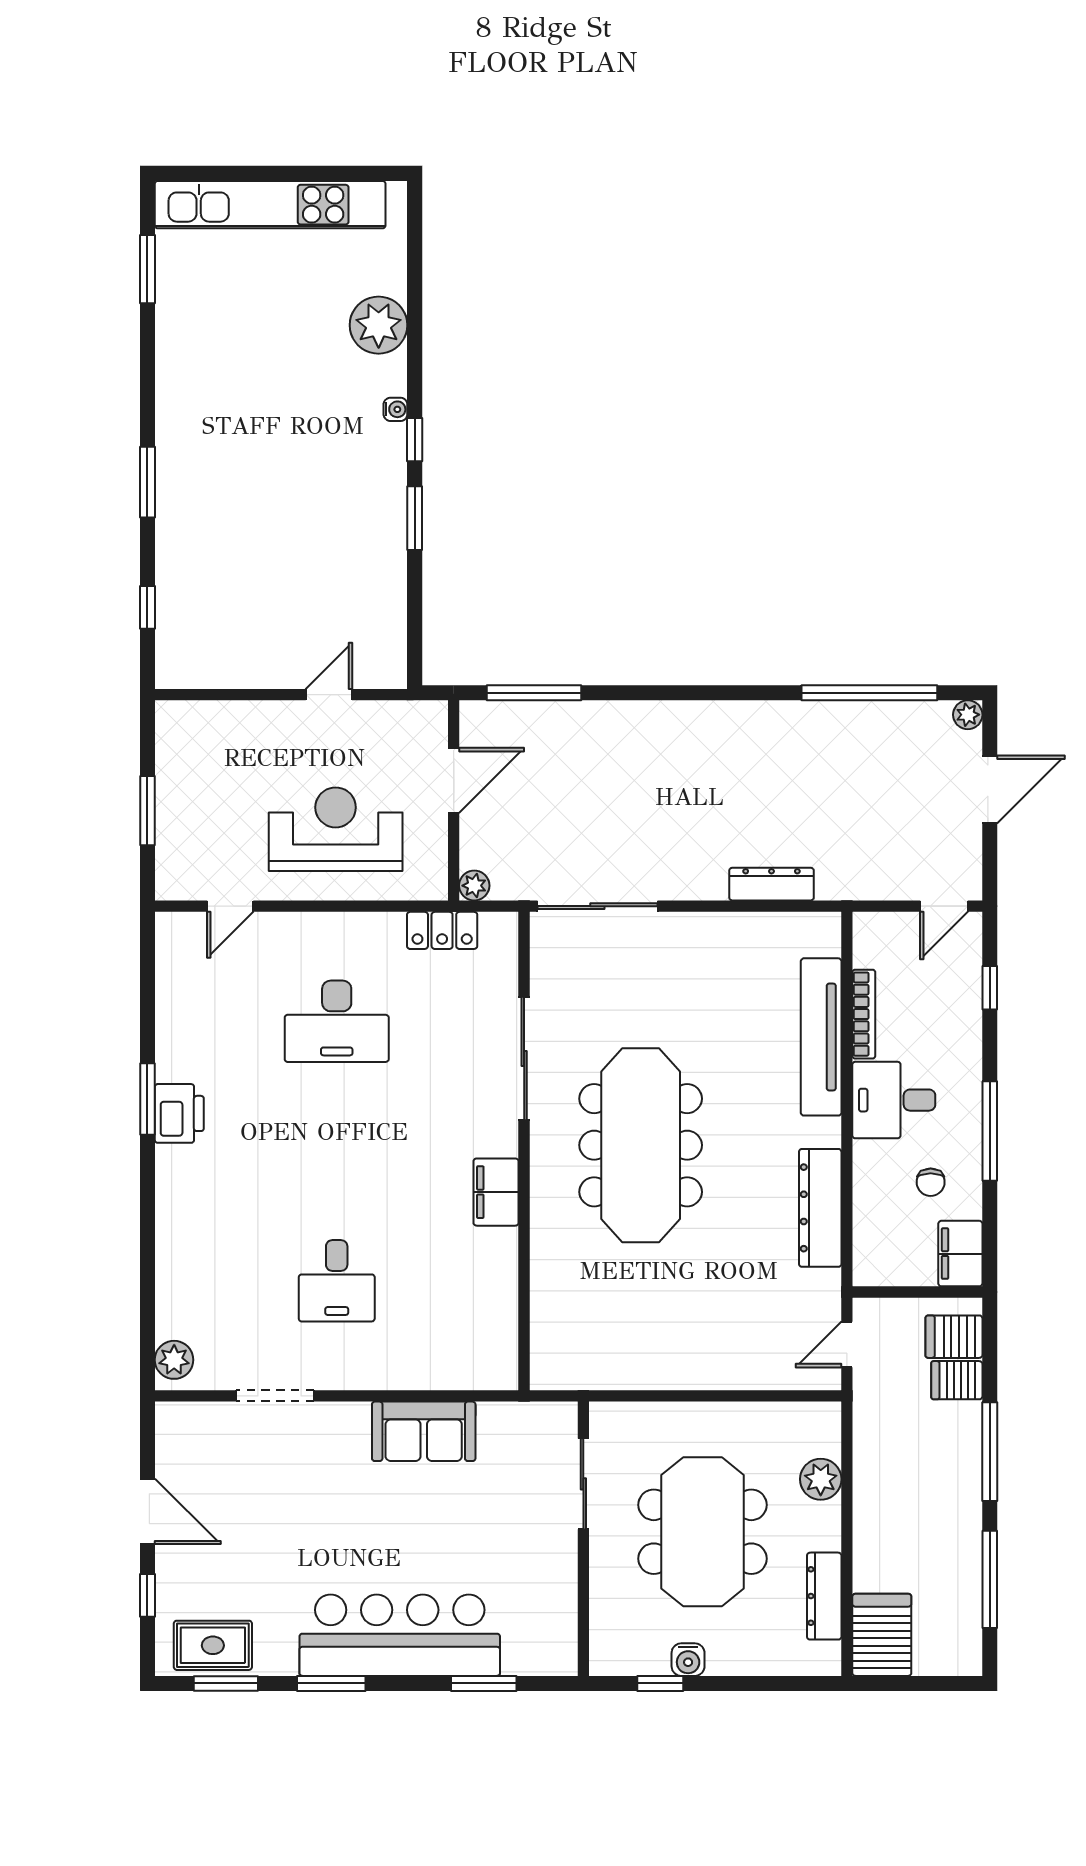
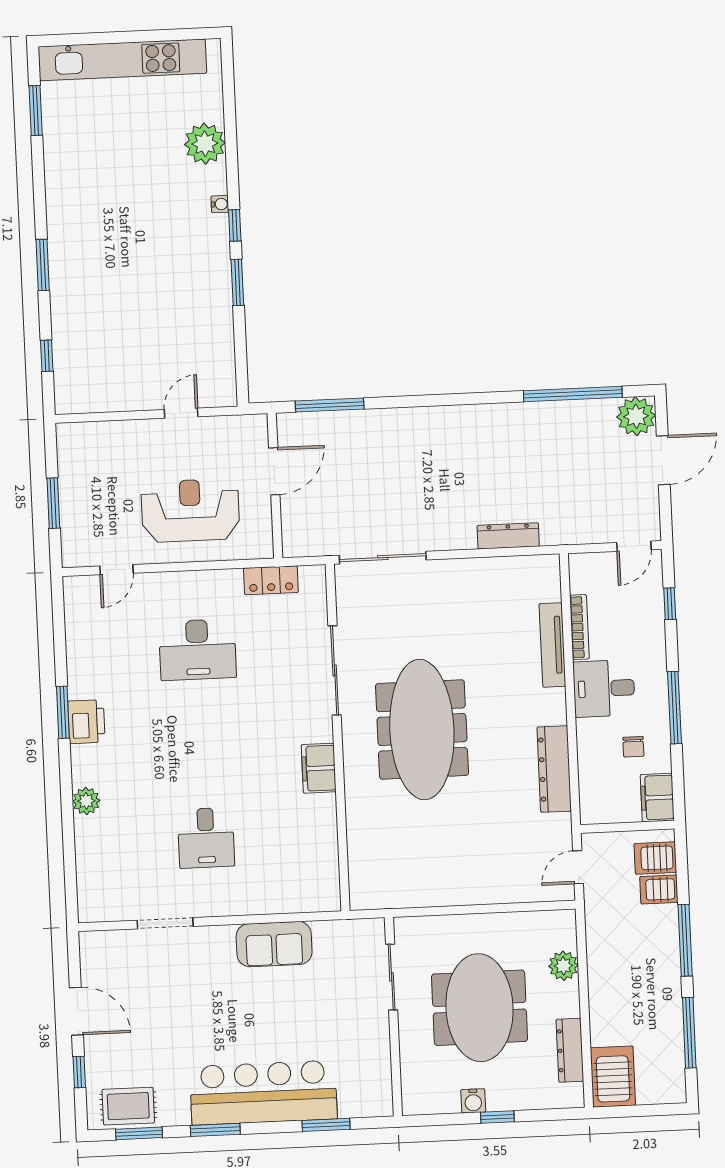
plant: (968, 715) -> (636, 416), width x1.88, depth x1.88
plant: (474, 886) -> (293, 547), removed
tv unit: (821, 1037) -> (552, 645), width x0.73, depth x0.78
plant: (174, 1360) -> (86, 801), moved
window: (660, 1683) -> (497, 1117), moved

